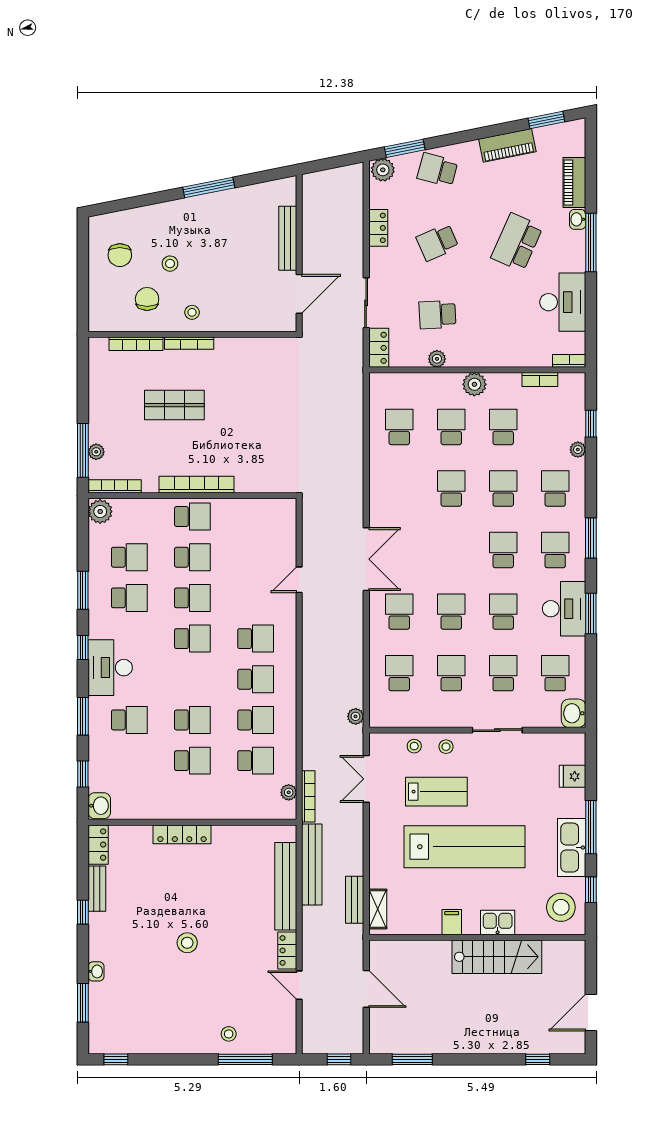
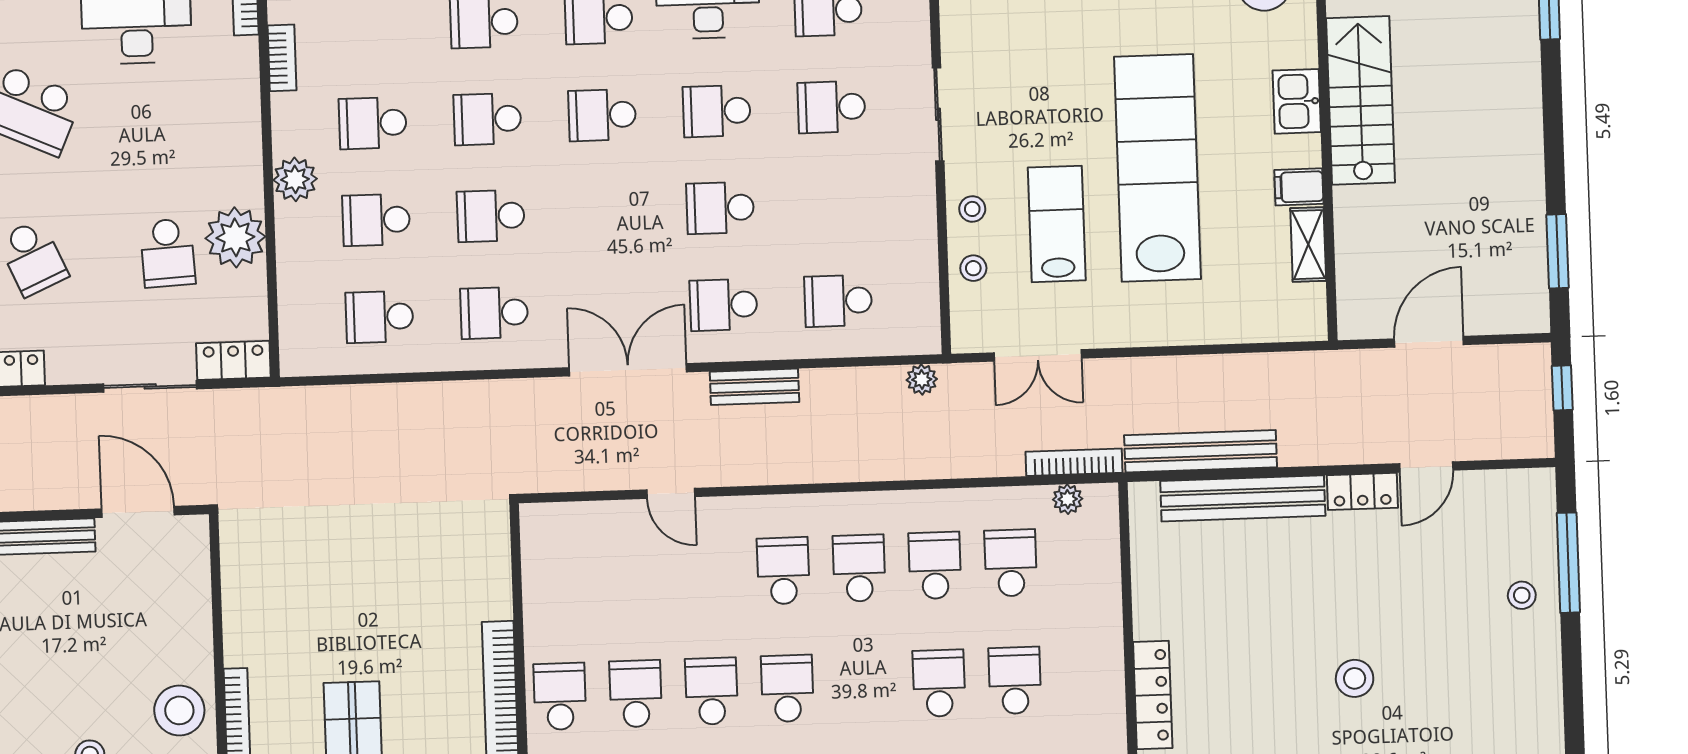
stool: (192, 312) -> (179, 710), width x1.89, depth x1.89
plant: (437, 359) -> (235, 237), width x1.88, depth x1.88
school desk: (451, 673) -> (494, 313), moved
bench: (355, 900) -> (754, 387), moved
shelving: (378, 909) -> (1308, 245), moved, turned 90

